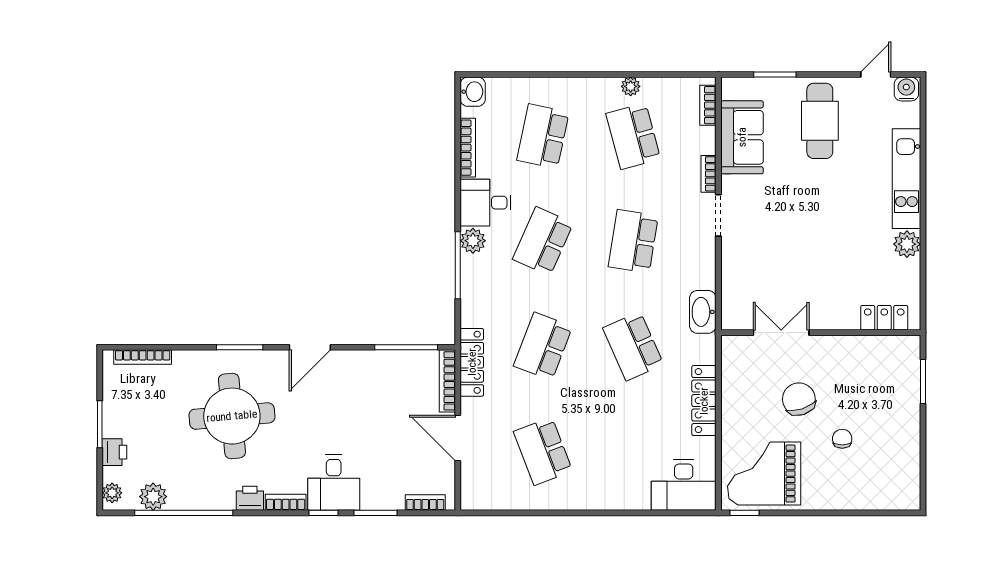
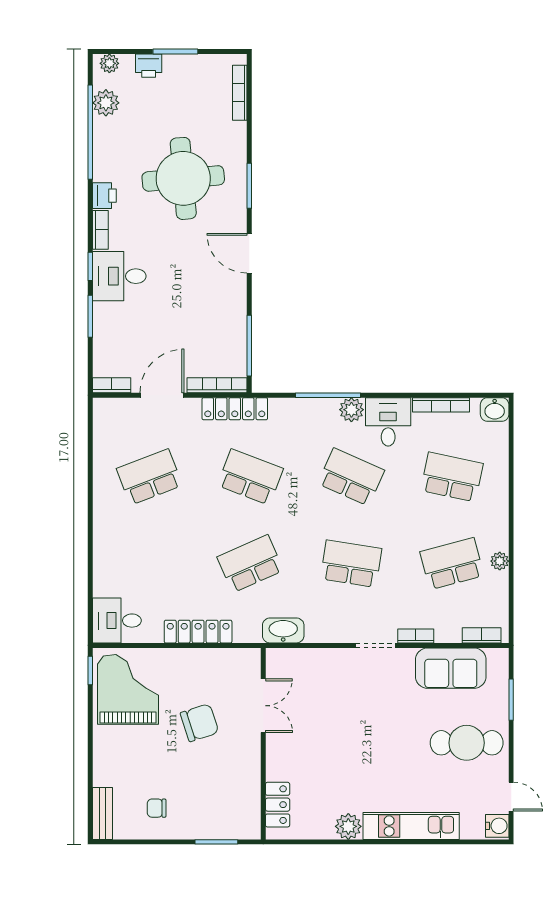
chair: (842, 439) -> (157, 808), moved, turned 180
desk: (684, 485) -> (117, 621), width x0.73
bench: (893, 500) -> (103, 813), added
bookcase: (425, 503) -> (112, 385), moved, turned -90

